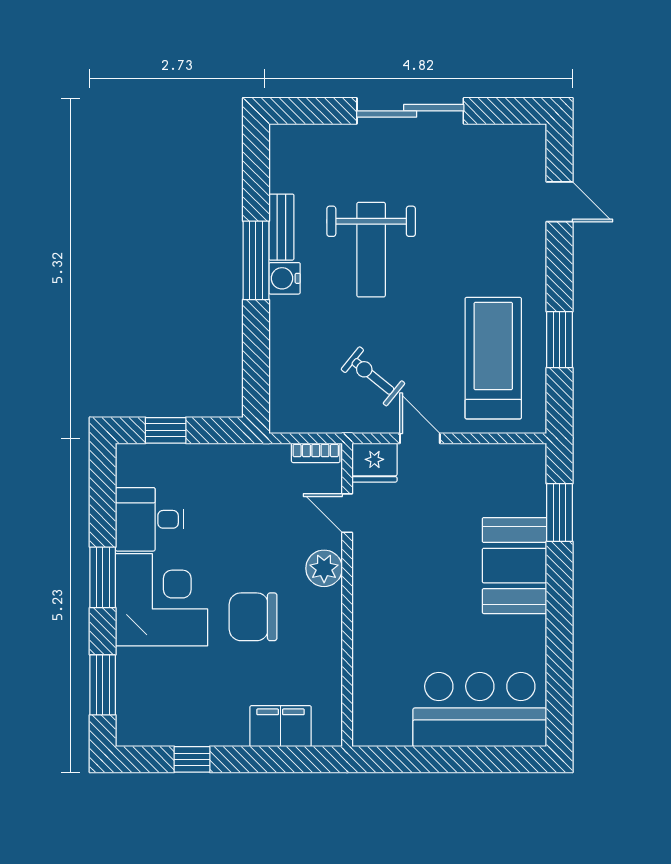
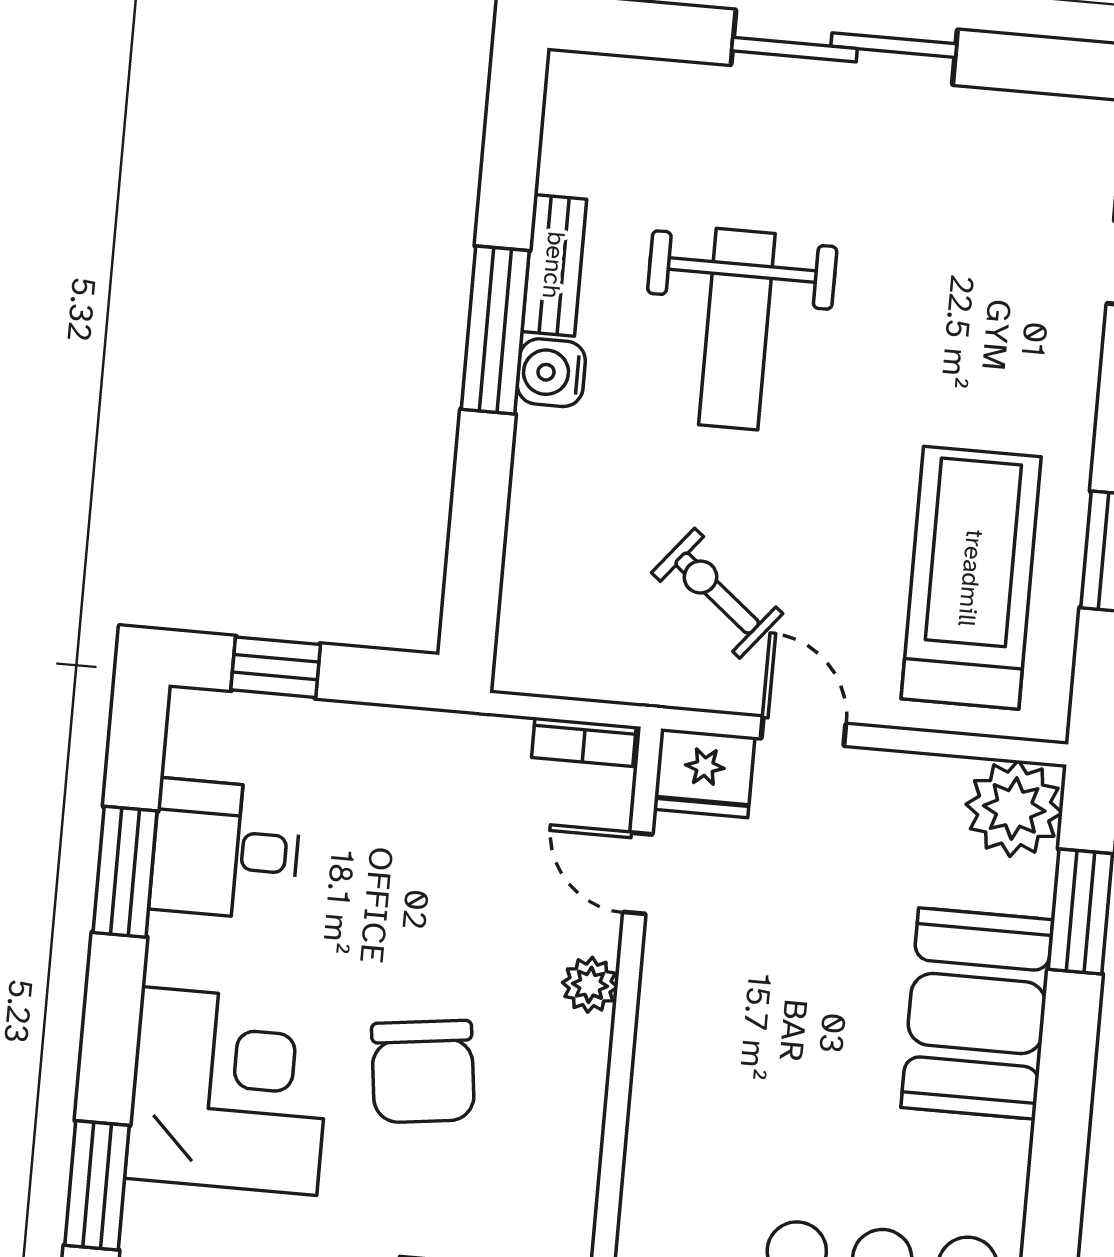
plant: (524, 466) -> (1014, 808), added
plant: (324, 568) -> (590, 985), width x0.73, depth x0.73
window: (103, 577) -> (125, 872), moved
corner desk: (162, 600) -> (229, 1091), moved
chair: (253, 617) -> (423, 1072), turned -97

